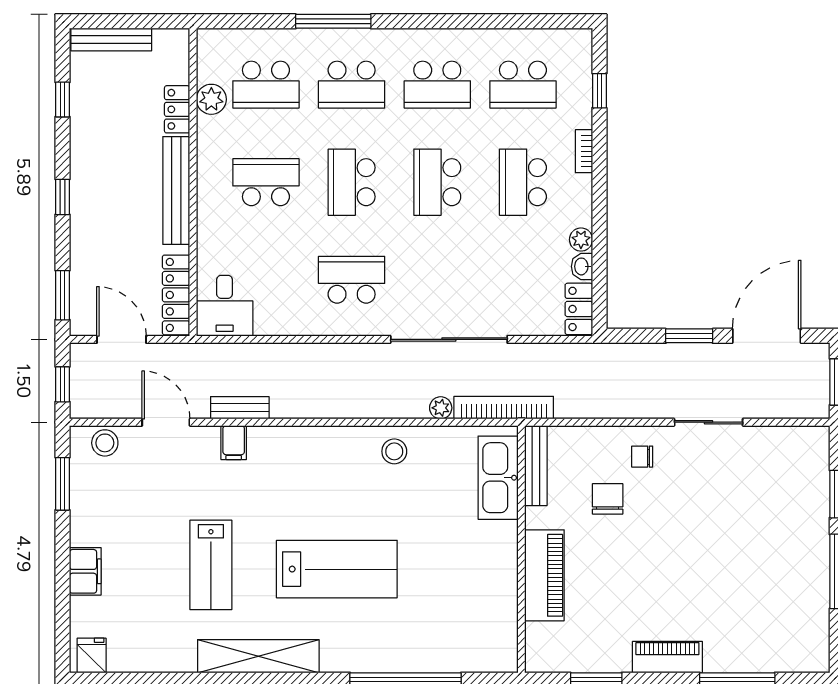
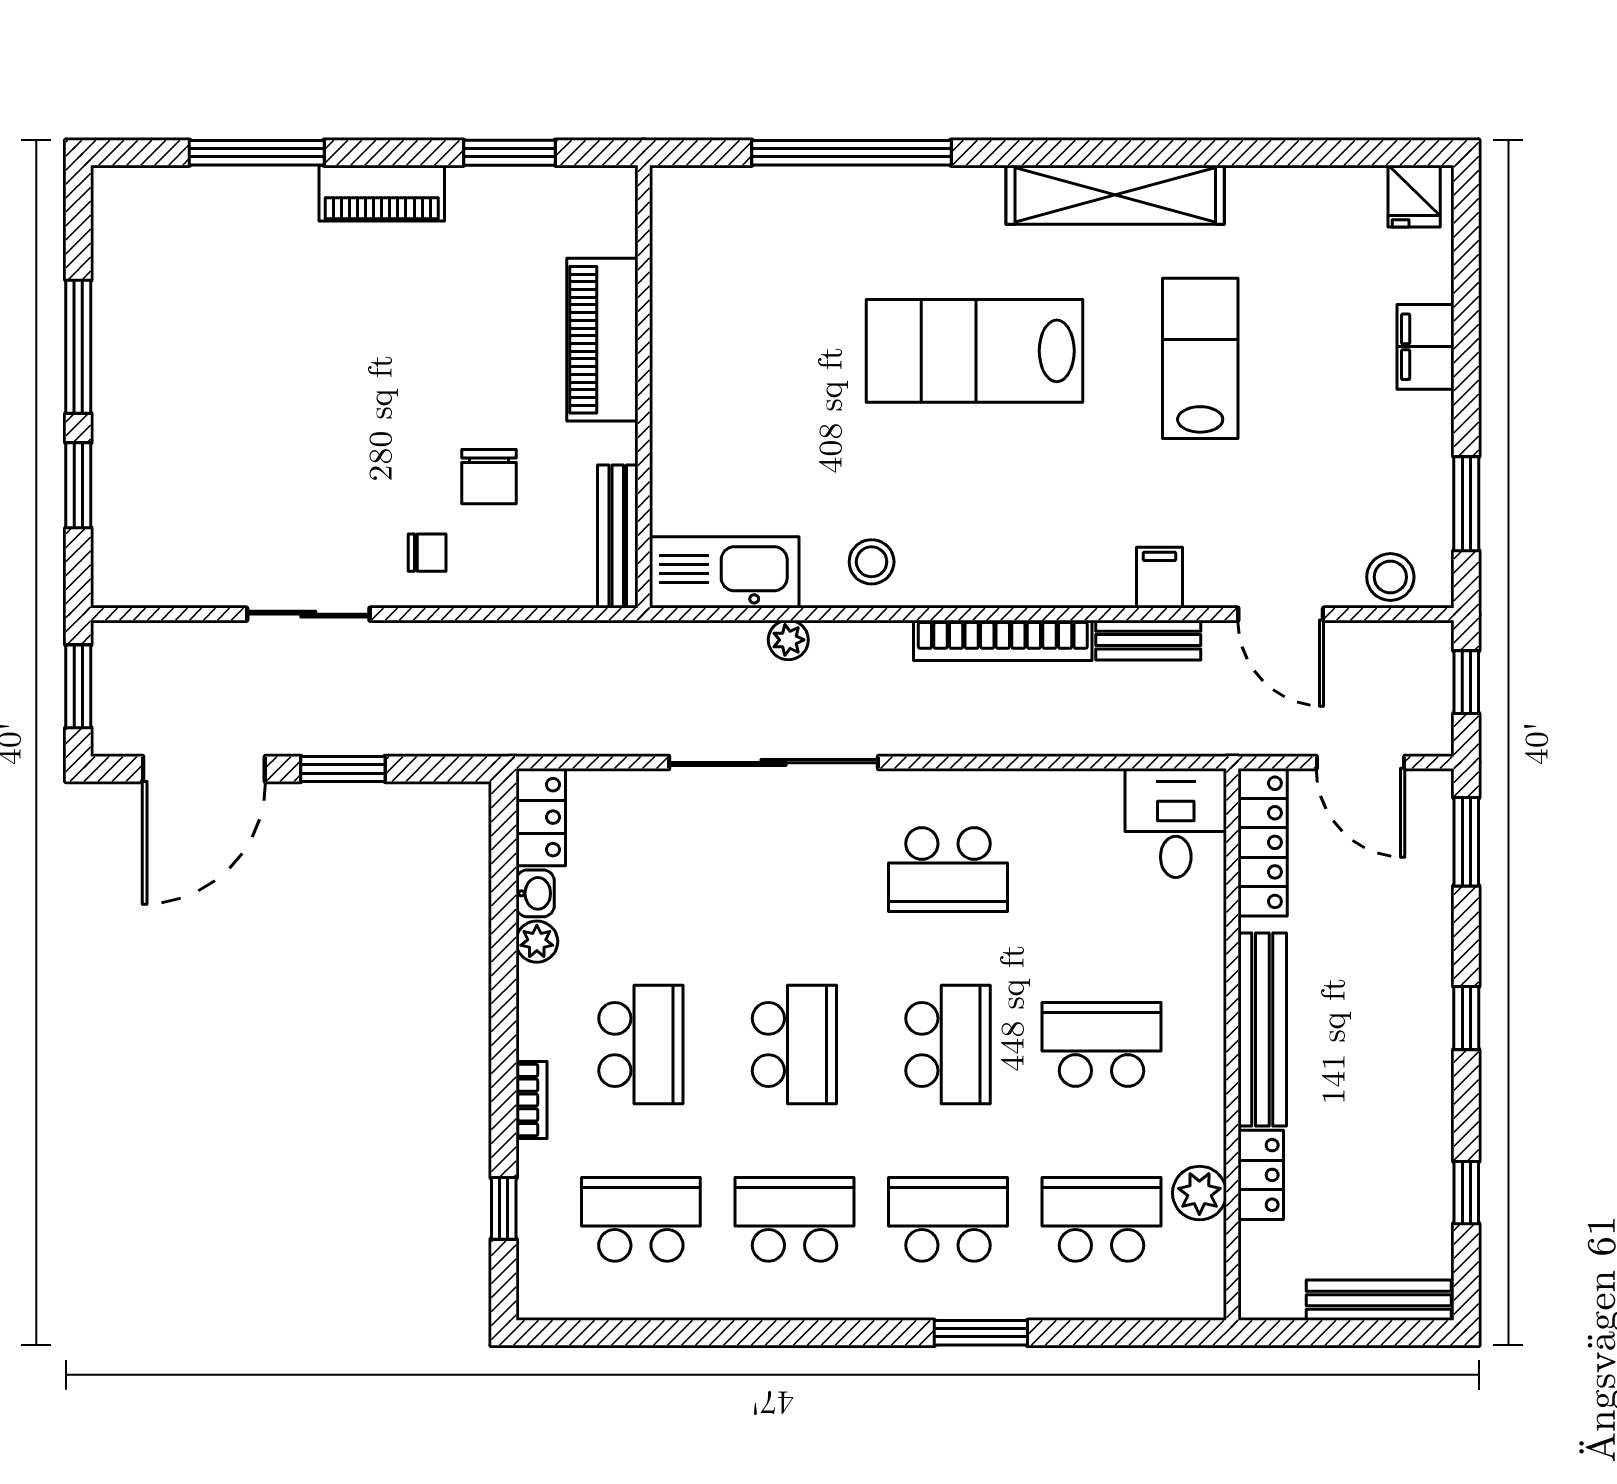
window: (333, 21) -> (981, 1333), width x0.69
school desk: (266, 182) -> (1102, 1044), turned 180
bookcase: (504, 408) -> (1003, 640), moved
kitchen sink: (498, 478) -> (724, 572), moved, turned -90

